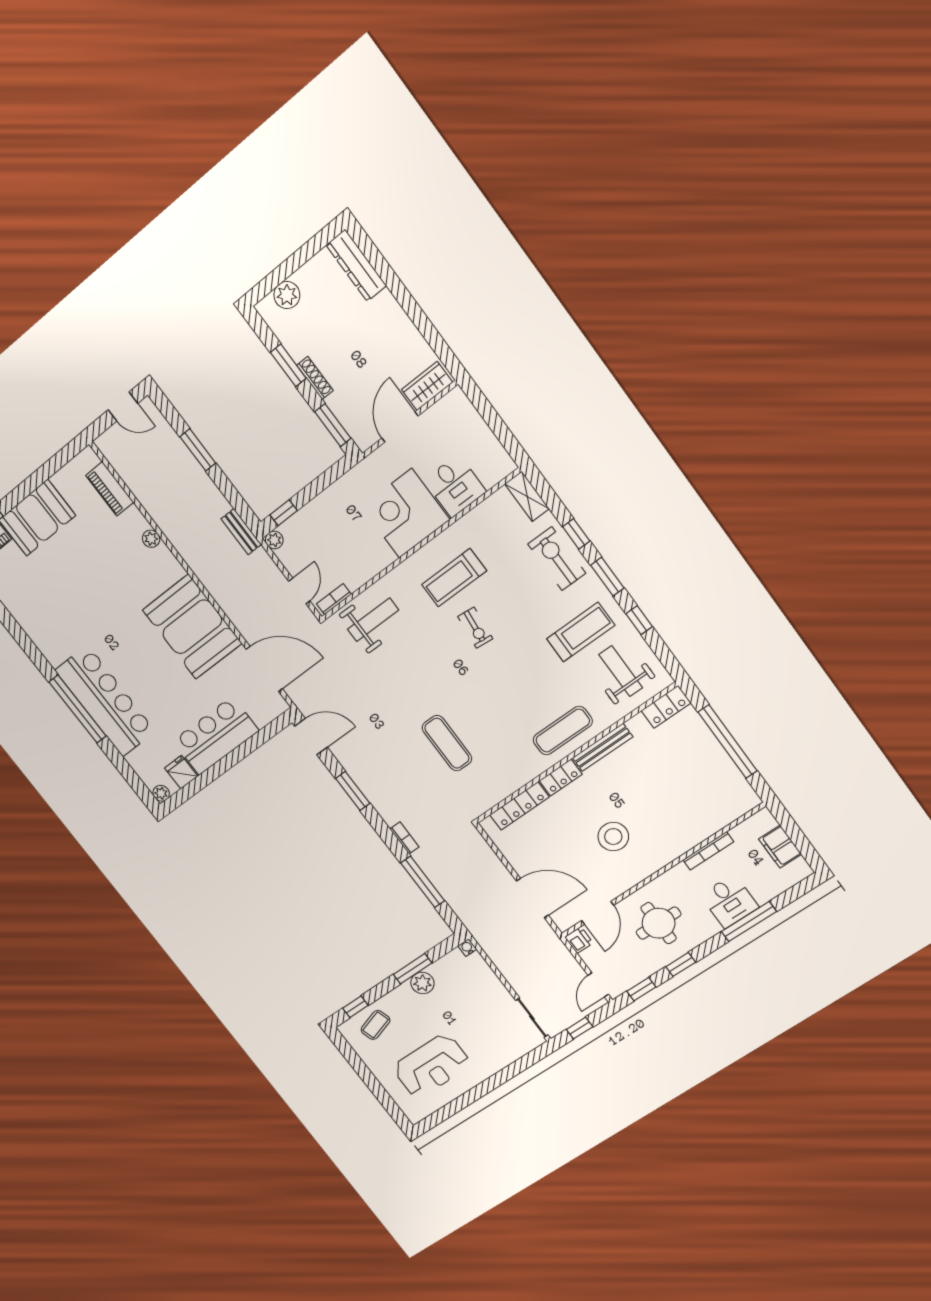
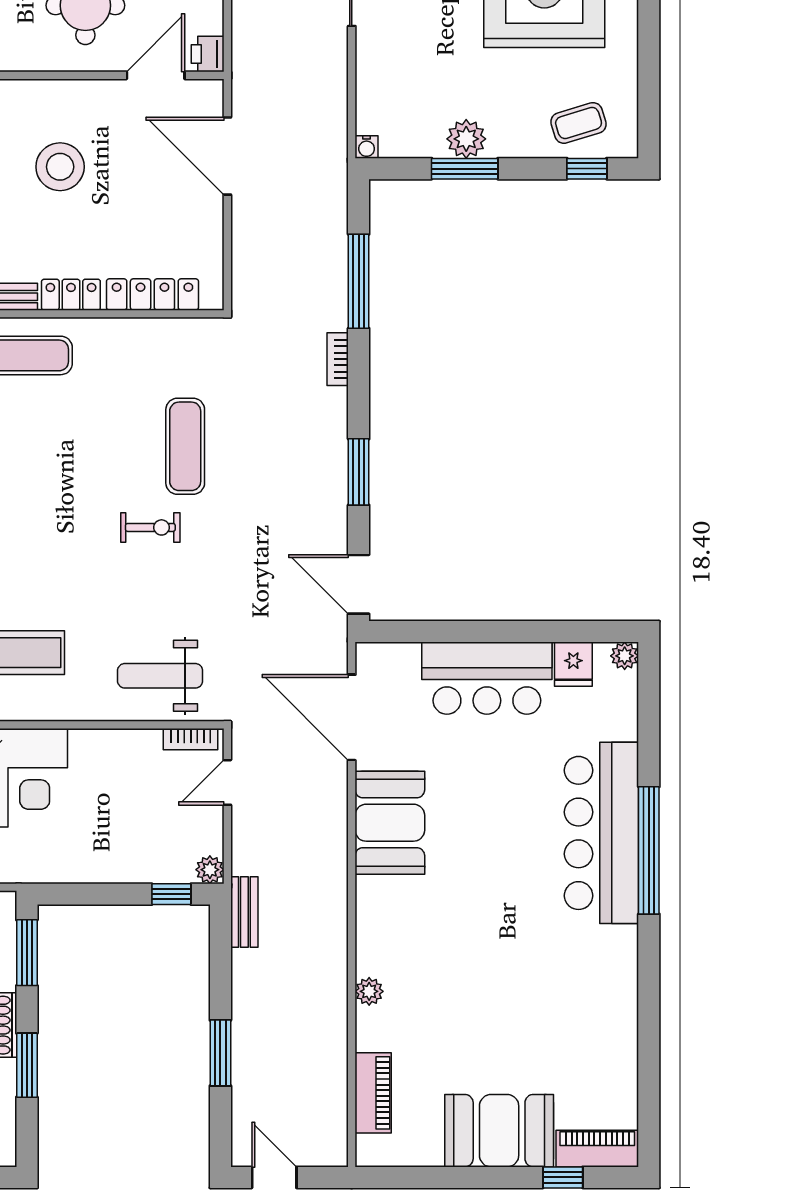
booth: (192, 627) -> (390, 823), width x0.73, depth x0.70
exercise bike: (475, 628) -> (150, 527), moved, turned 84

